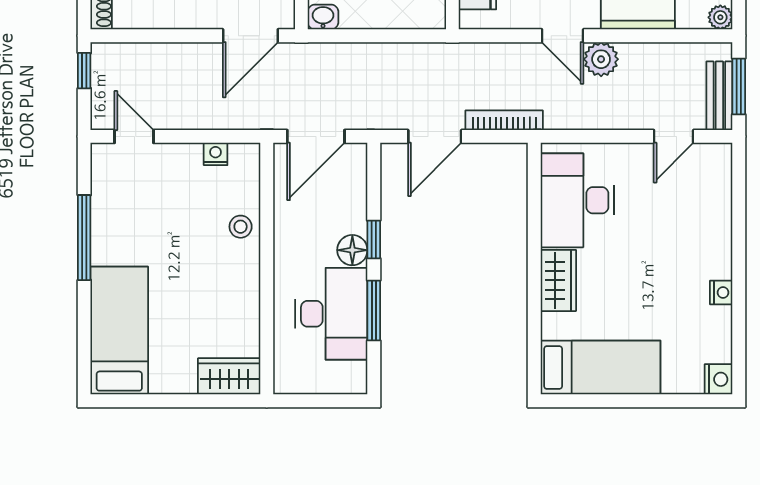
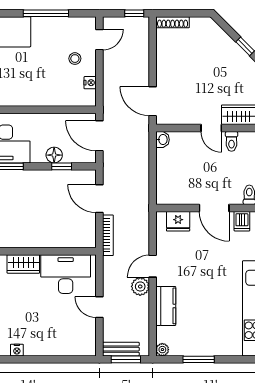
door: (674, 136) -> (99, 307), moved
stool: (241, 227) -> (75, 59), moved
window: (374, 239) -> (62, 166), moved
floor lamp: (352, 250) -> (54, 155), moved

